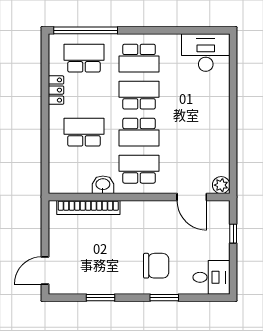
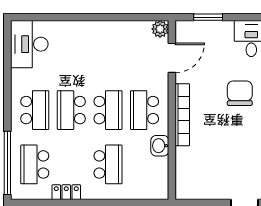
school desk: (84, 132) -> (108, 164), turned 180
bookcase: (88, 207) -> (182, 115), moved
window: (233, 234) -> (208, 17), width x1.50

